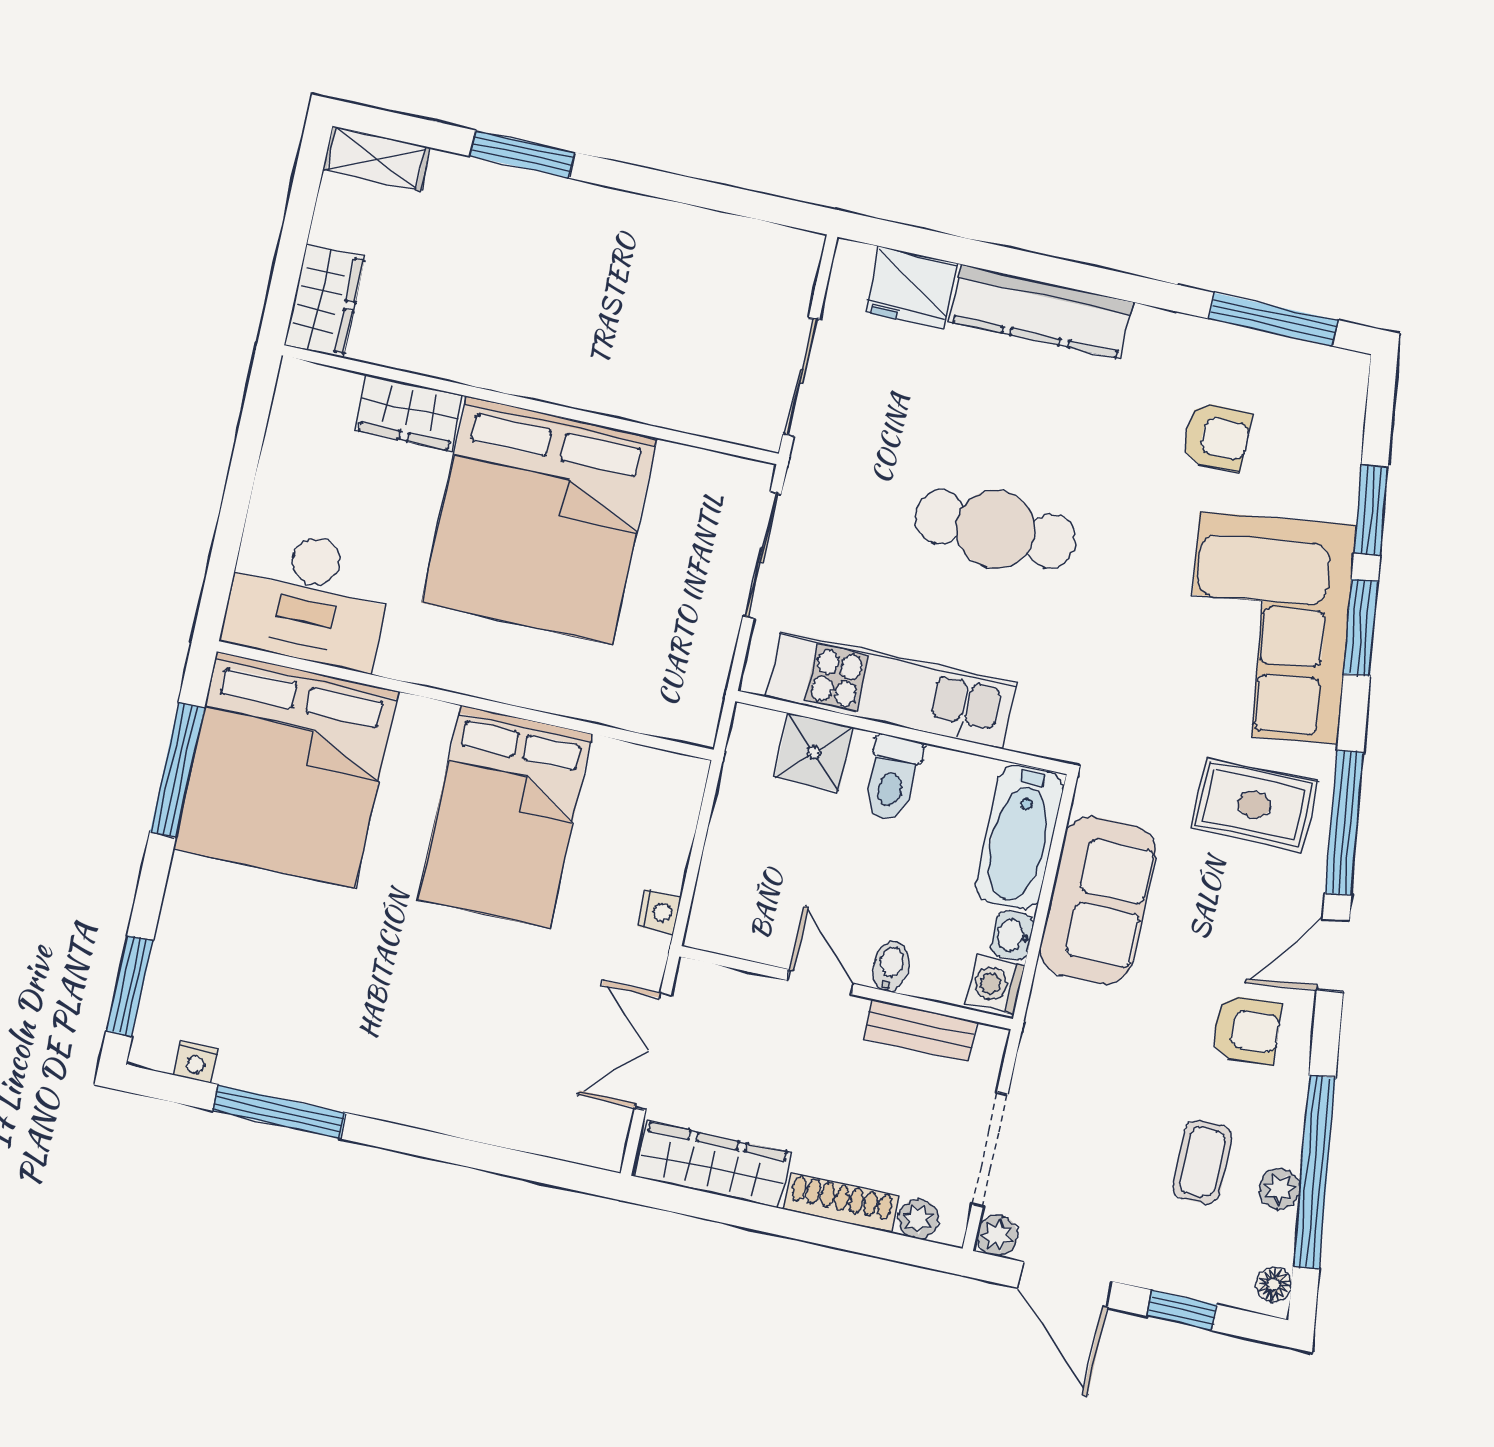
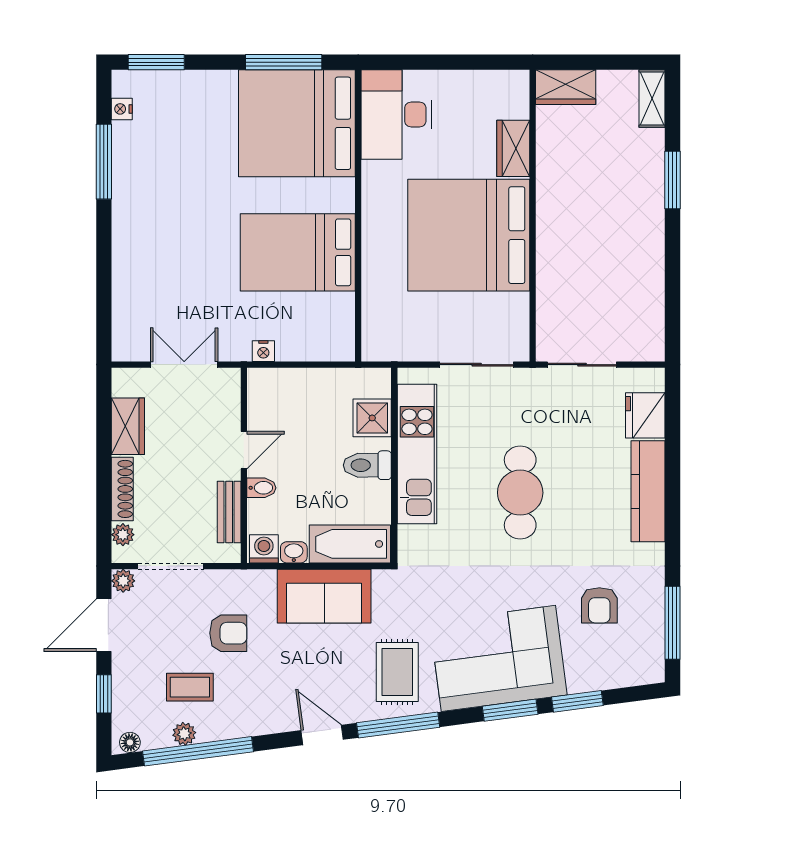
armchair: (1246, 1030) -> (228, 633), moved, turned -86
wardrobe: (713, 1165) -> (128, 426), width x0.67

